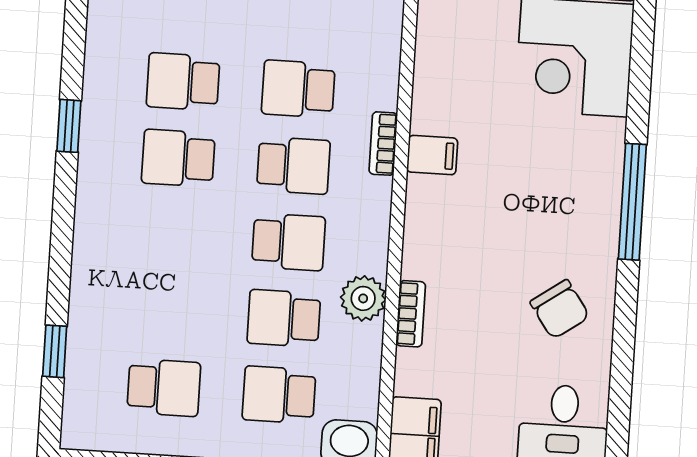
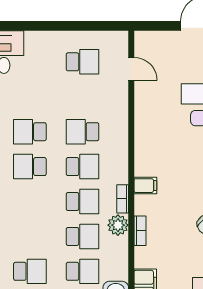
bookcase: (383, 144) -> (123, 199), moved
filing cabinet: (432, 155) -> (145, 186), moved
school desk: (284, 318) -> (82, 236), turned 180
school desk: (279, 395) -> (82, 271), turned 180

